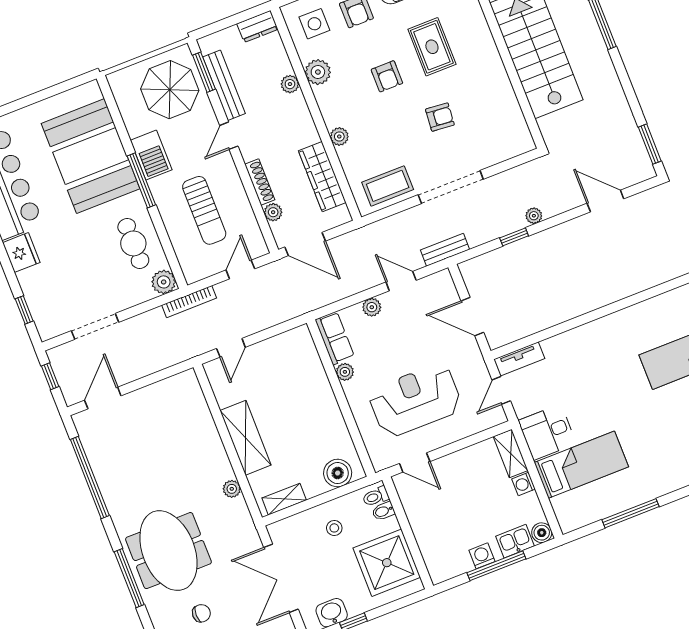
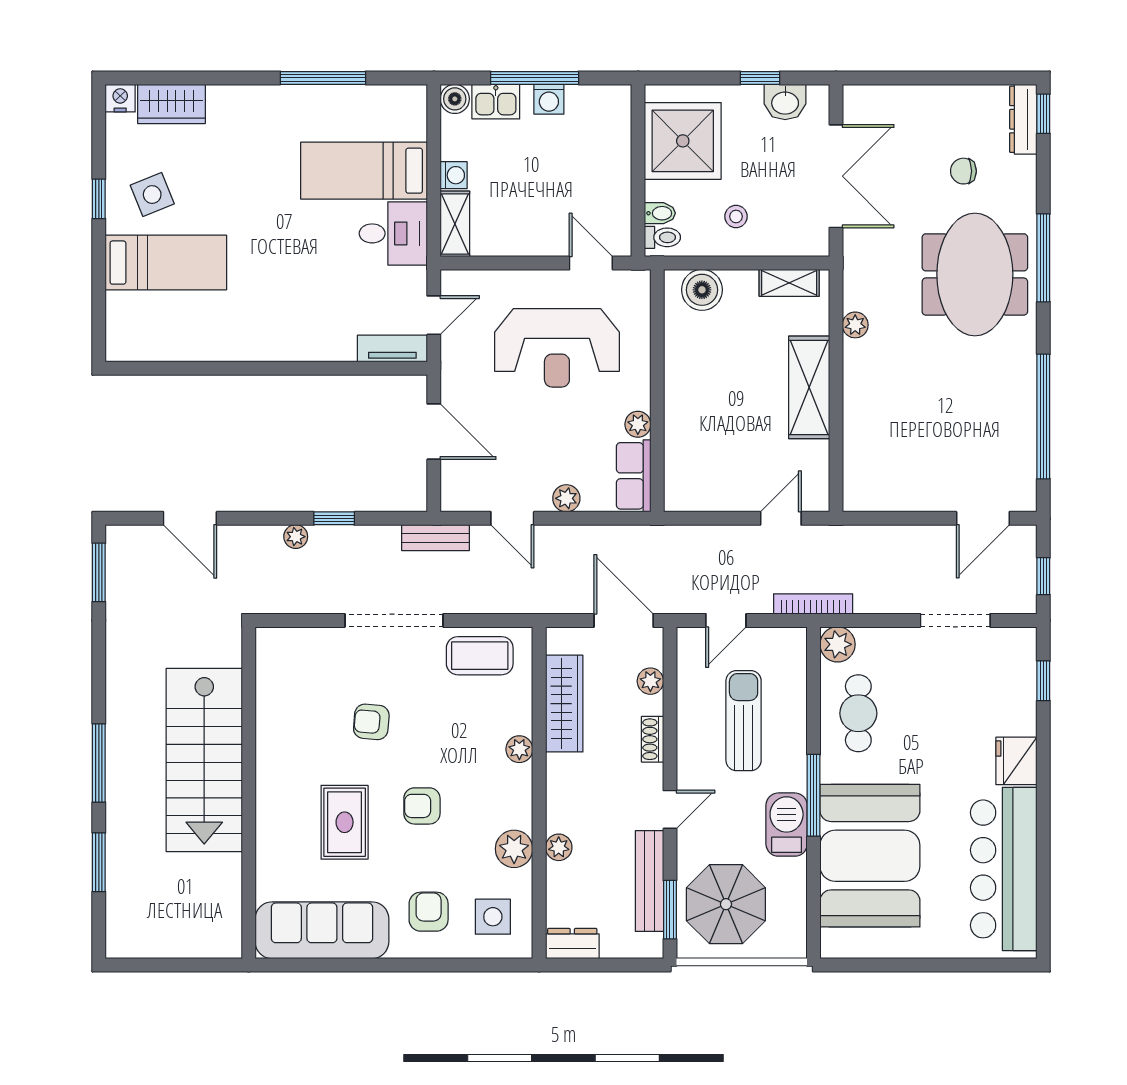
armchair: (387, 76) -> (422, 806), turned -90
shoe rack: (260, 182) -> (652, 739), width x0.70

